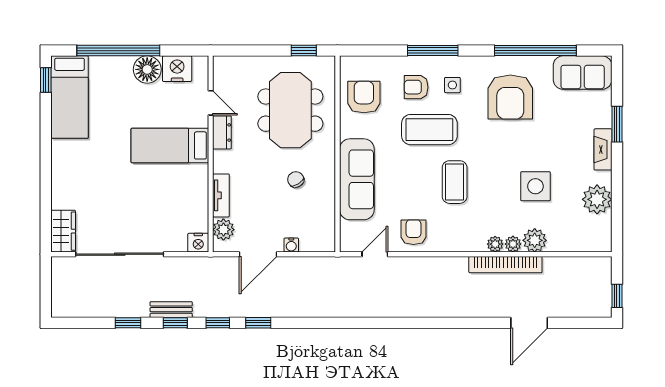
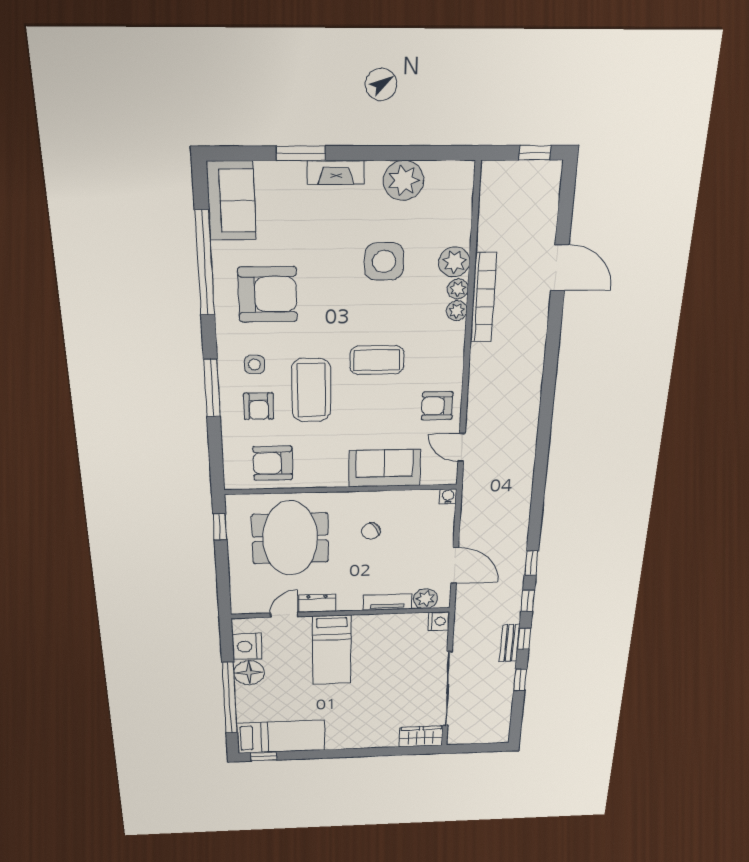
meeting table: (290, 110) -> (290, 538), turned 90
sofa: (357, 179) -> (384, 468), width x0.73
water cooler: (291, 245) -> (448, 496), moved, turned -90

